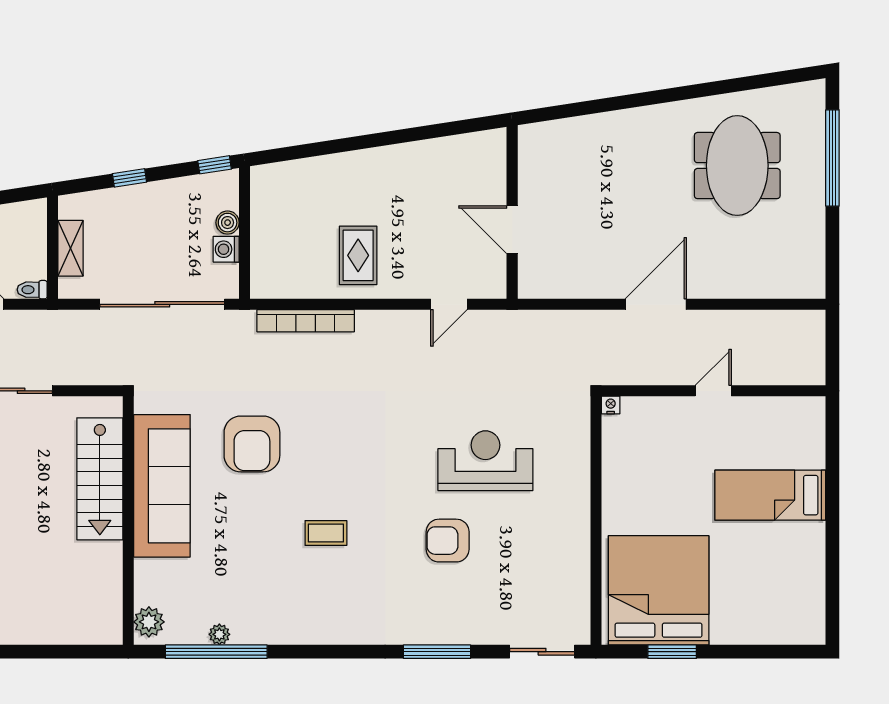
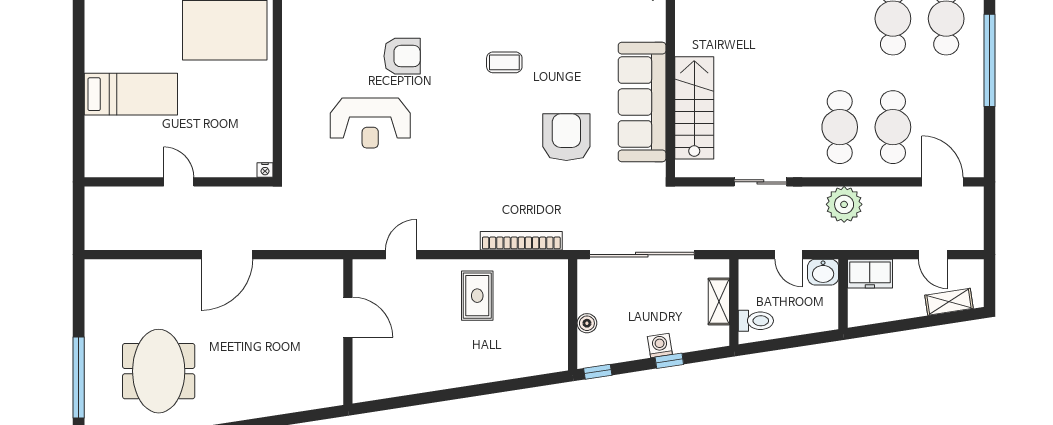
washing machine: (226, 249) -> (660, 345), moved, turned -99
toilet: (32, 290) -> (756, 321), moved, width x1.37, depth x1.39
door: (713, 391) -> (179, 182), swing flipped

